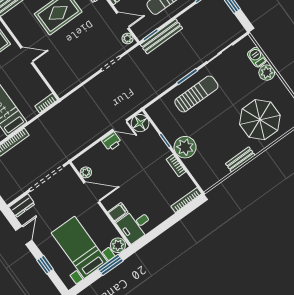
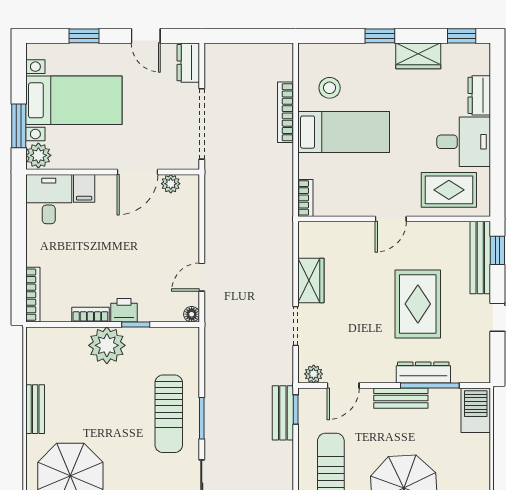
bench: (161, 36) -> (283, 413), width x0.73
wardrobe: (84, 72) -> (311, 281), added
floor lamp: (140, 123) -> (192, 314), width x0.53, depth x0.53
printer: (112, 141) -> (124, 310), moved, turned 90

